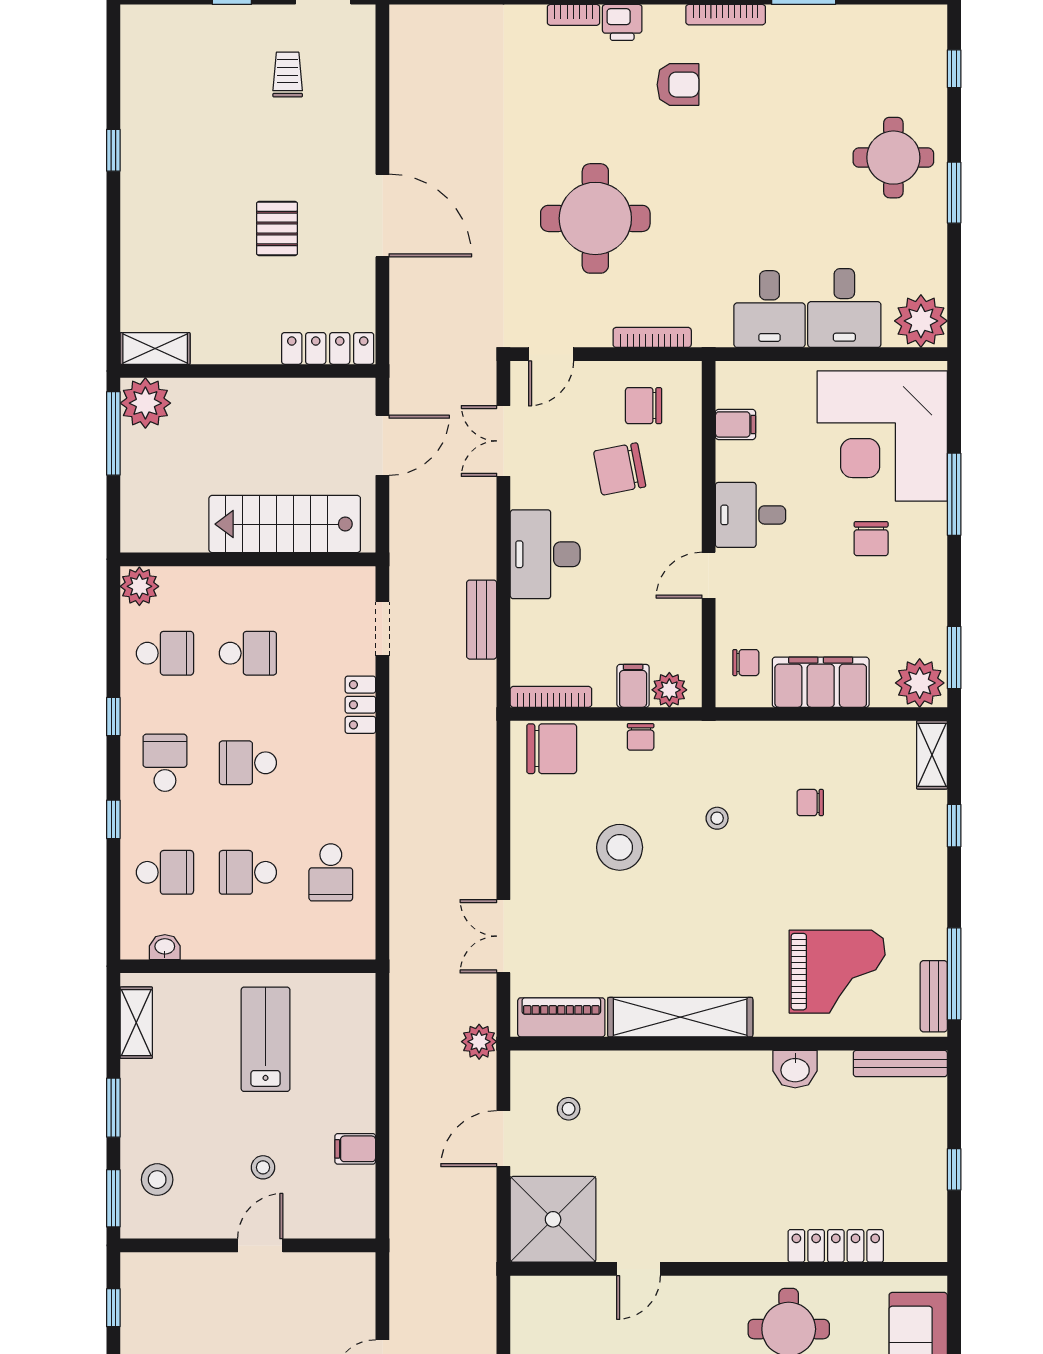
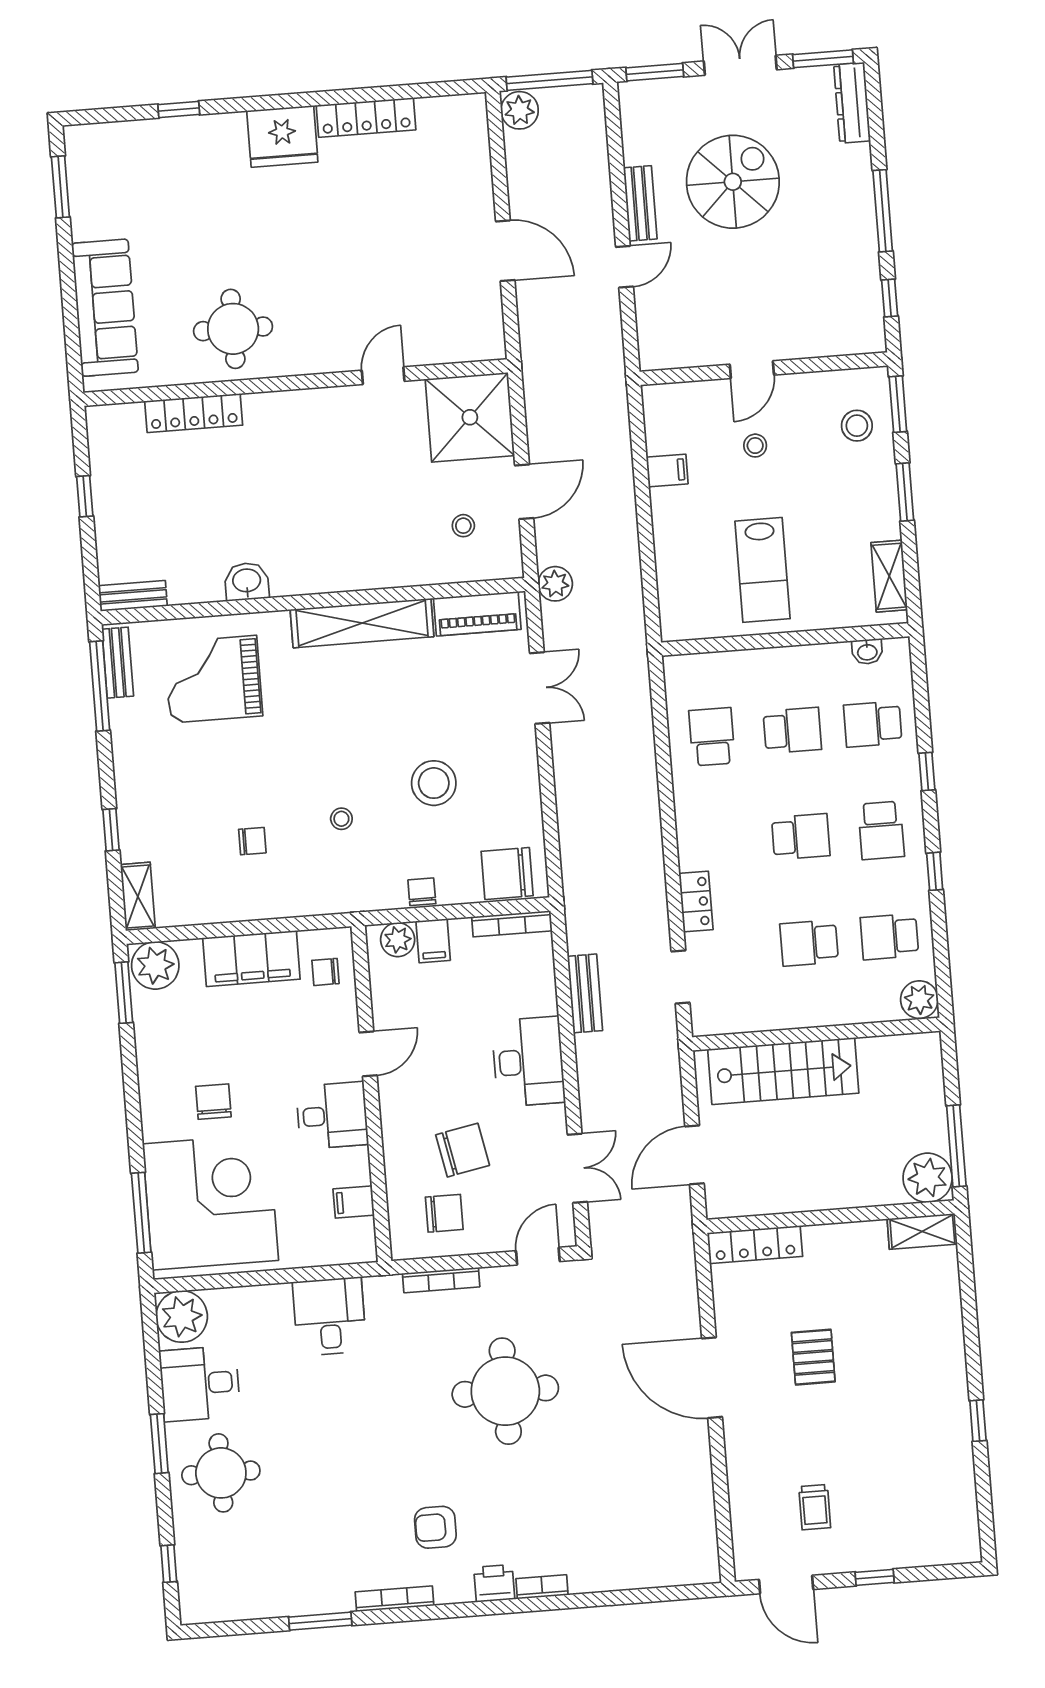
desk: (844, 308) -> (200, 1384), moved, turned -90
window: (954, 494) -> (141, 1213), moved
bench: (900, 1064) -> (133, 596), width x0.73

